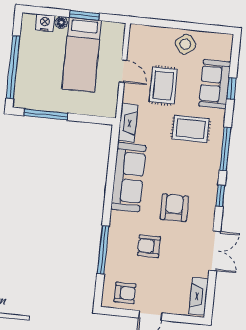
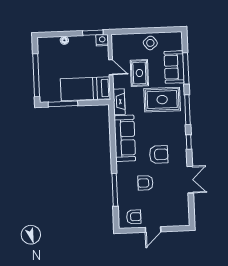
window: (84, 15) -> (93, 33), moved
nightstand: (45, 23) -> (102, 40), moved
bed: (82, 55) -> (86, 89), moved, turned 90
window: (232, 88) -> (186, 68), width x2.17
rug: (191, 129) -> (162, 100), width x1.36, depth x1.43
armchair: (174, 208) -> (159, 154), turned 90
fireplace: (199, 296) -> (184, 212), removed

